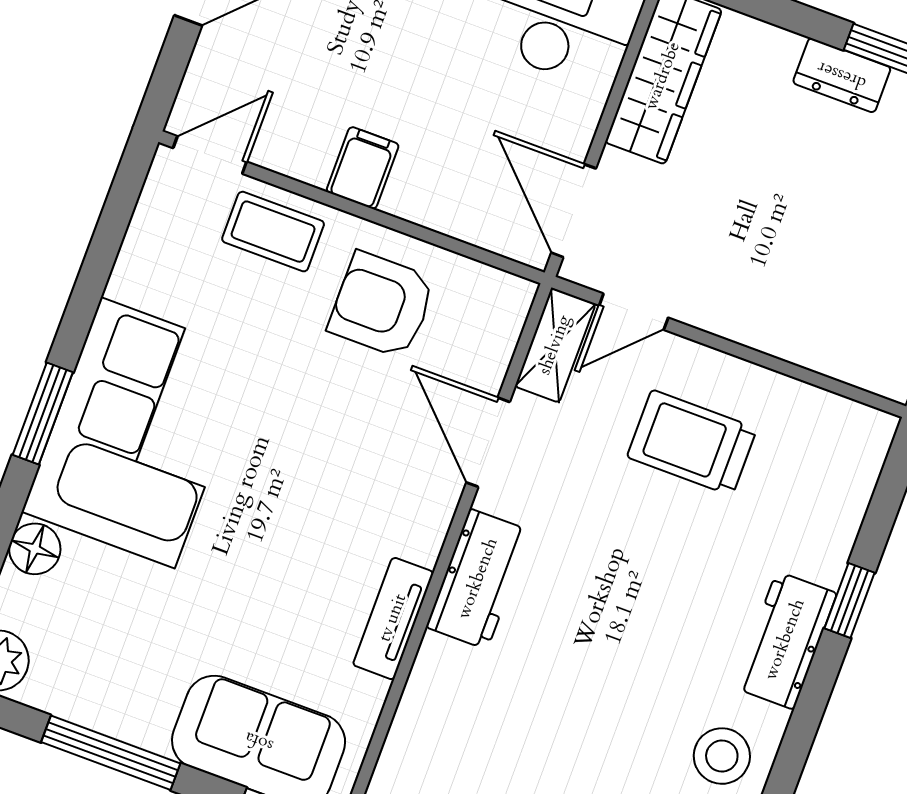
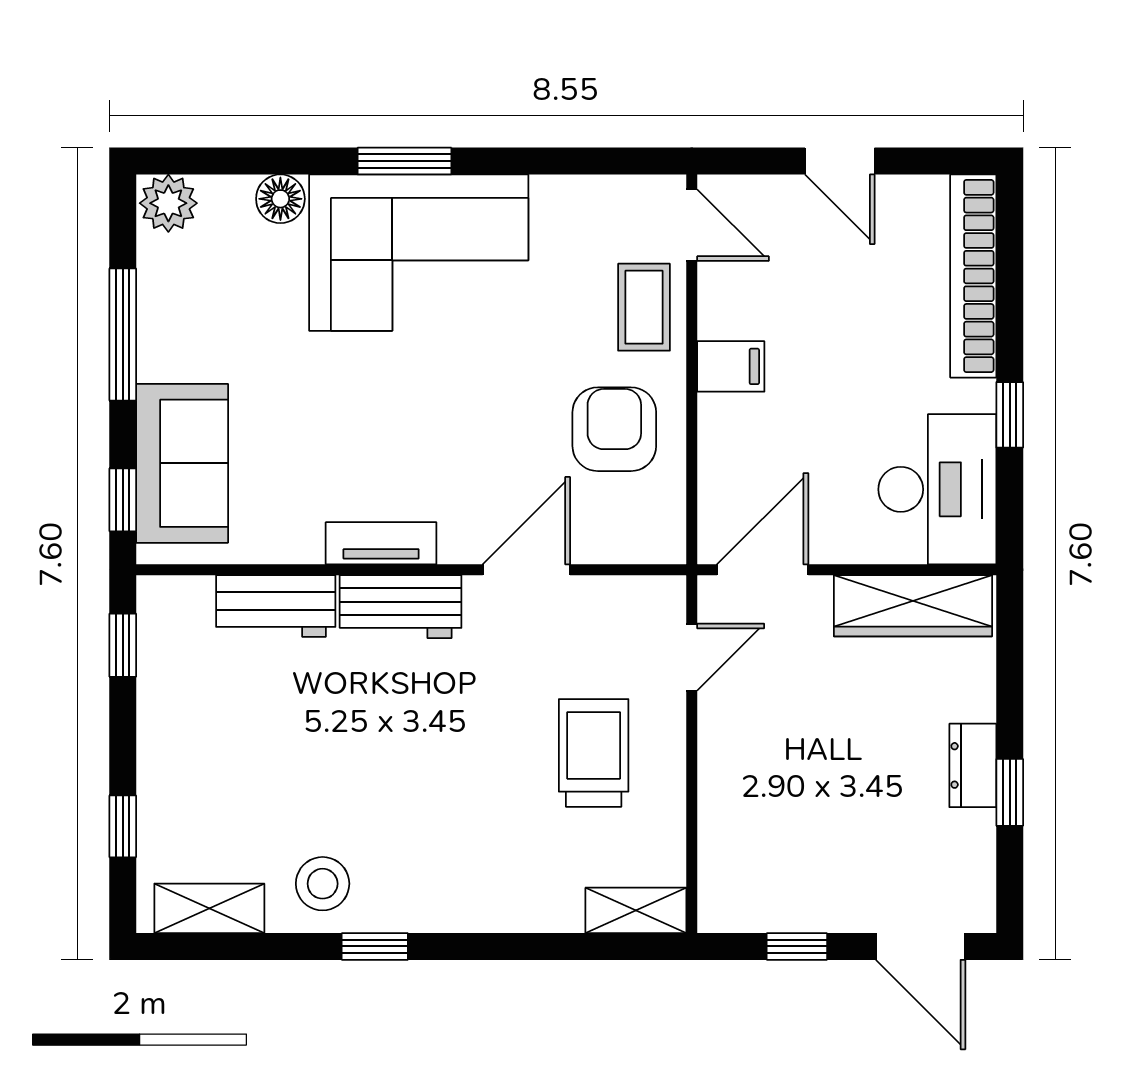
door: (634, 312) -> (692, 657), swing flipped
shelving: (555, 345) -> (636, 910), moved
window: (849, 601) -> (375, 946), moved
tv unit: (393, 618) -> (381, 543), moved
workbench: (785, 640) -> (276, 606), moved, turned 180

